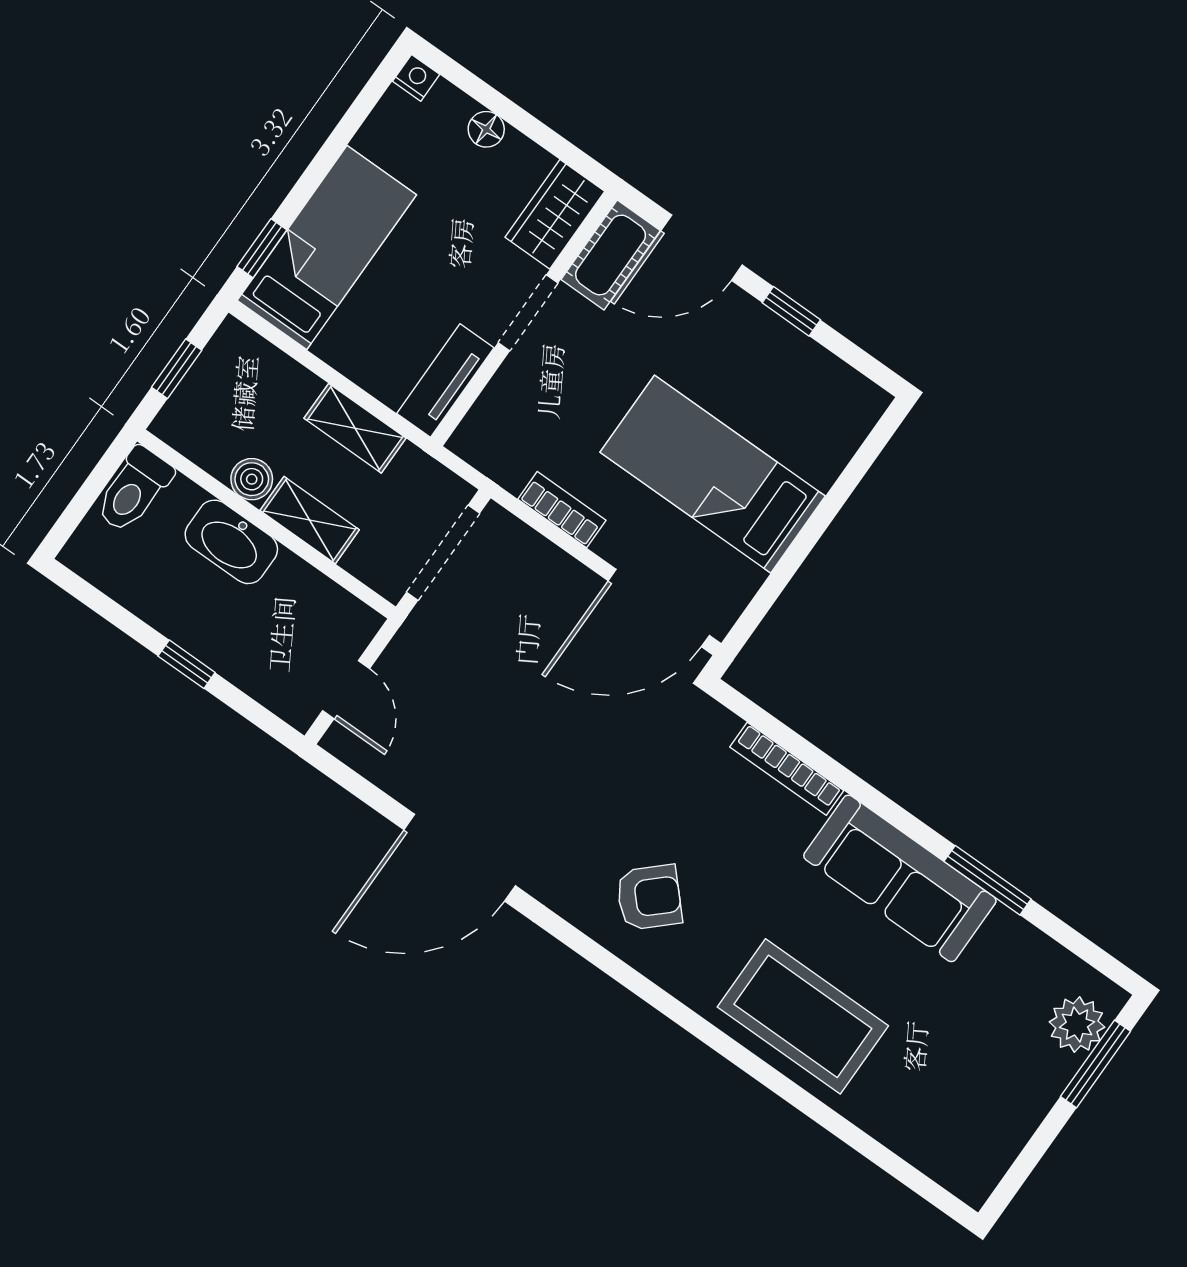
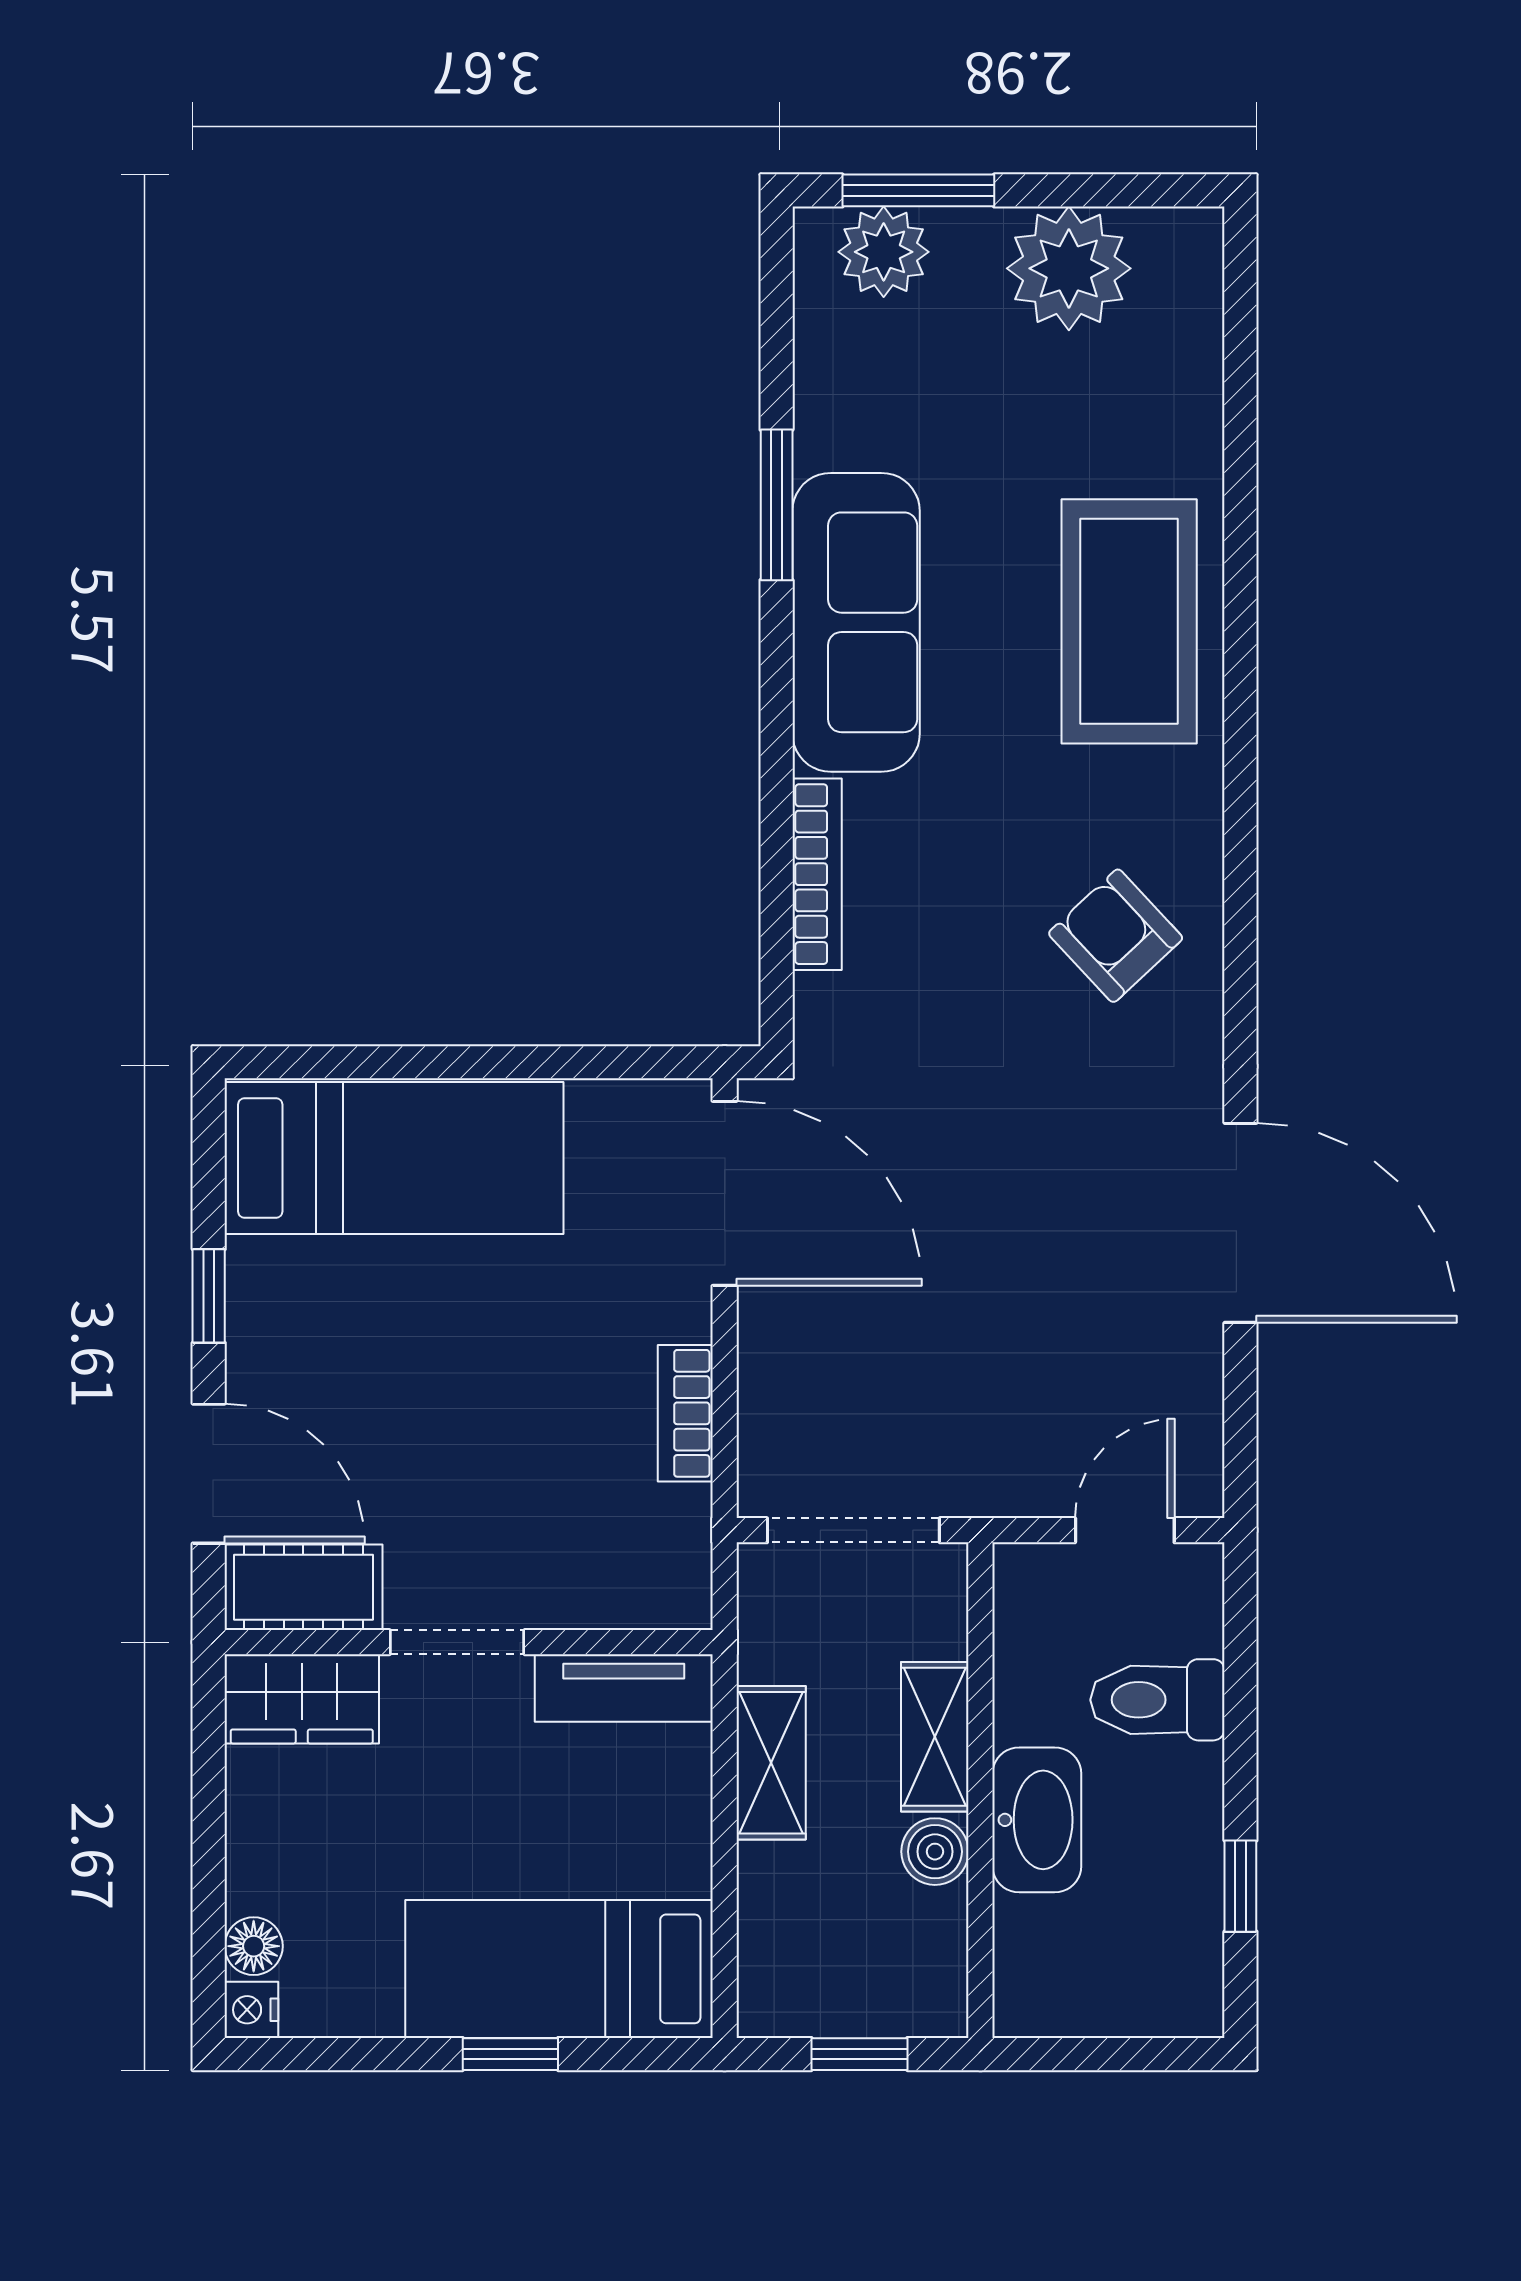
floor lamp: (486, 129) -> (254, 1946), moved
window: (262, 248) -> (510, 2054), moved
bed: (713, 474) -> (394, 1158), moved, turned -90
toilet: (134, 490) -> (1157, 1700), moved, turned 180
window: (187, 664) -> (1240, 1886), moved
plant: (1002, 1112) -> (1069, 268), added

